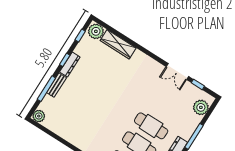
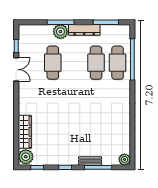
dresser: (70, 65) -> (66, 161), removed
plant: (201, 107) -> (60, 32), moved
cafe table: (151, 126) -> (53, 63), moved

